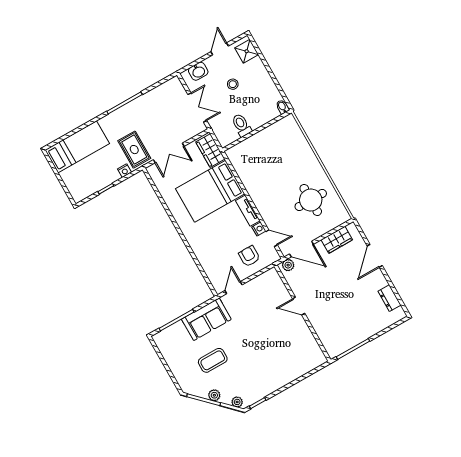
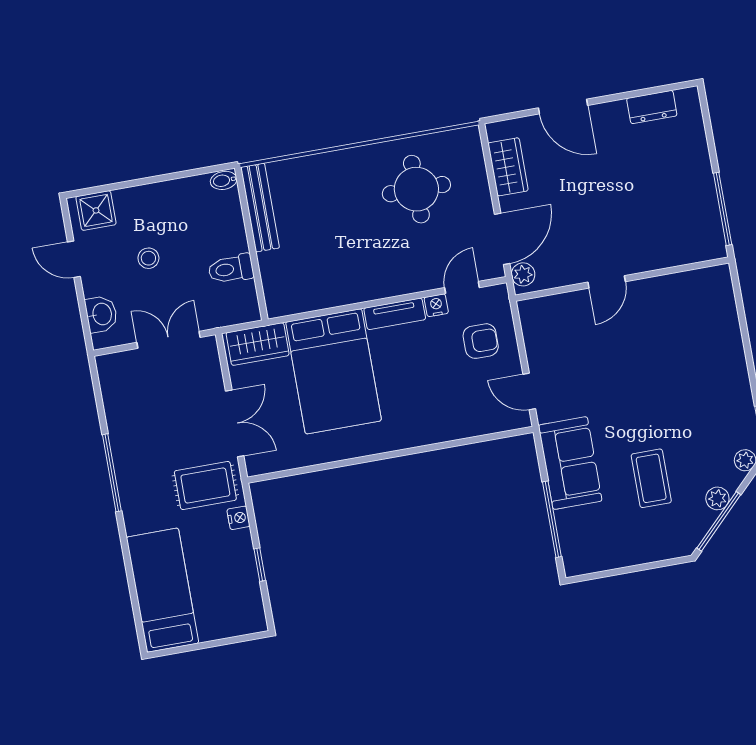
bench: (276, 129) -> (260, 207), added
armchair: (249, 256) -> (481, 341), turned 180

